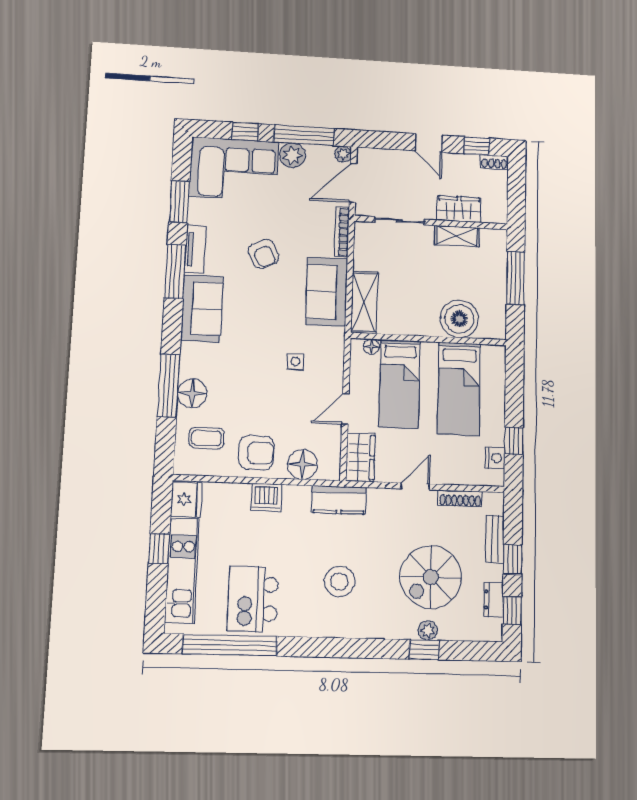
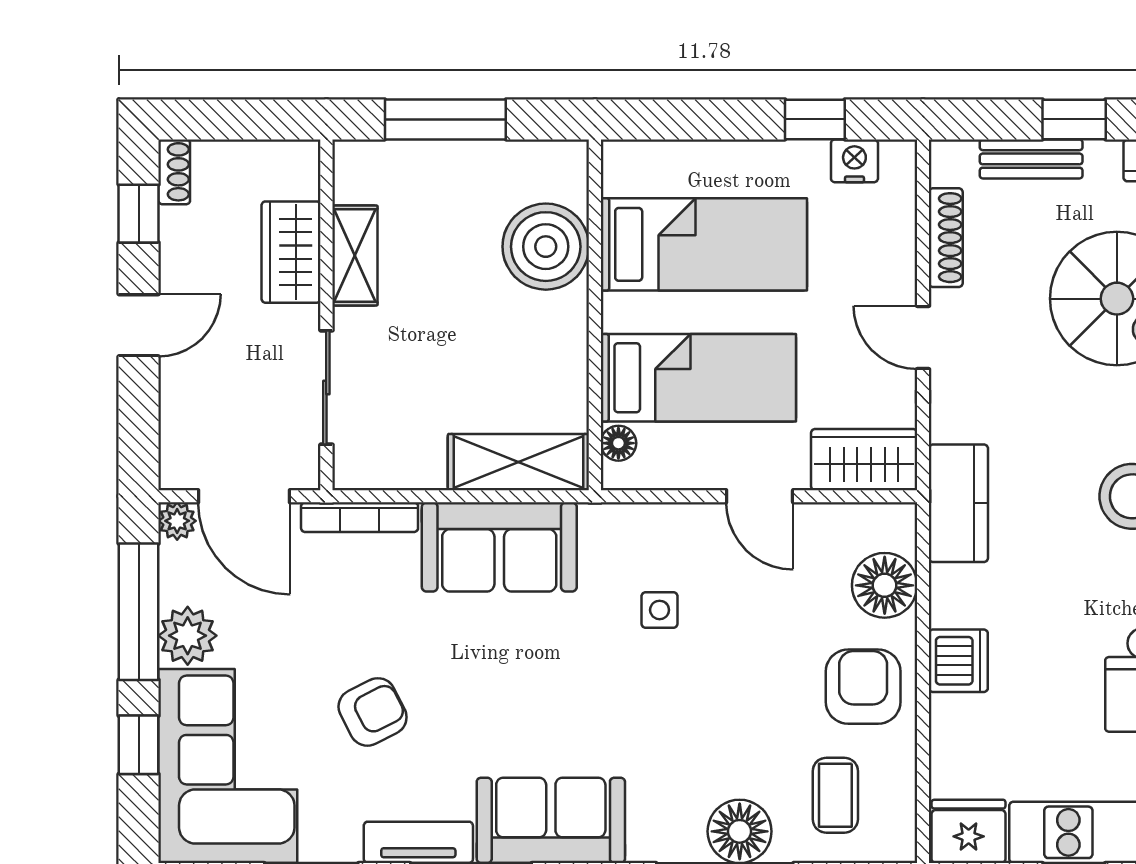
armchair: (264, 254) -> (373, 712), moved

